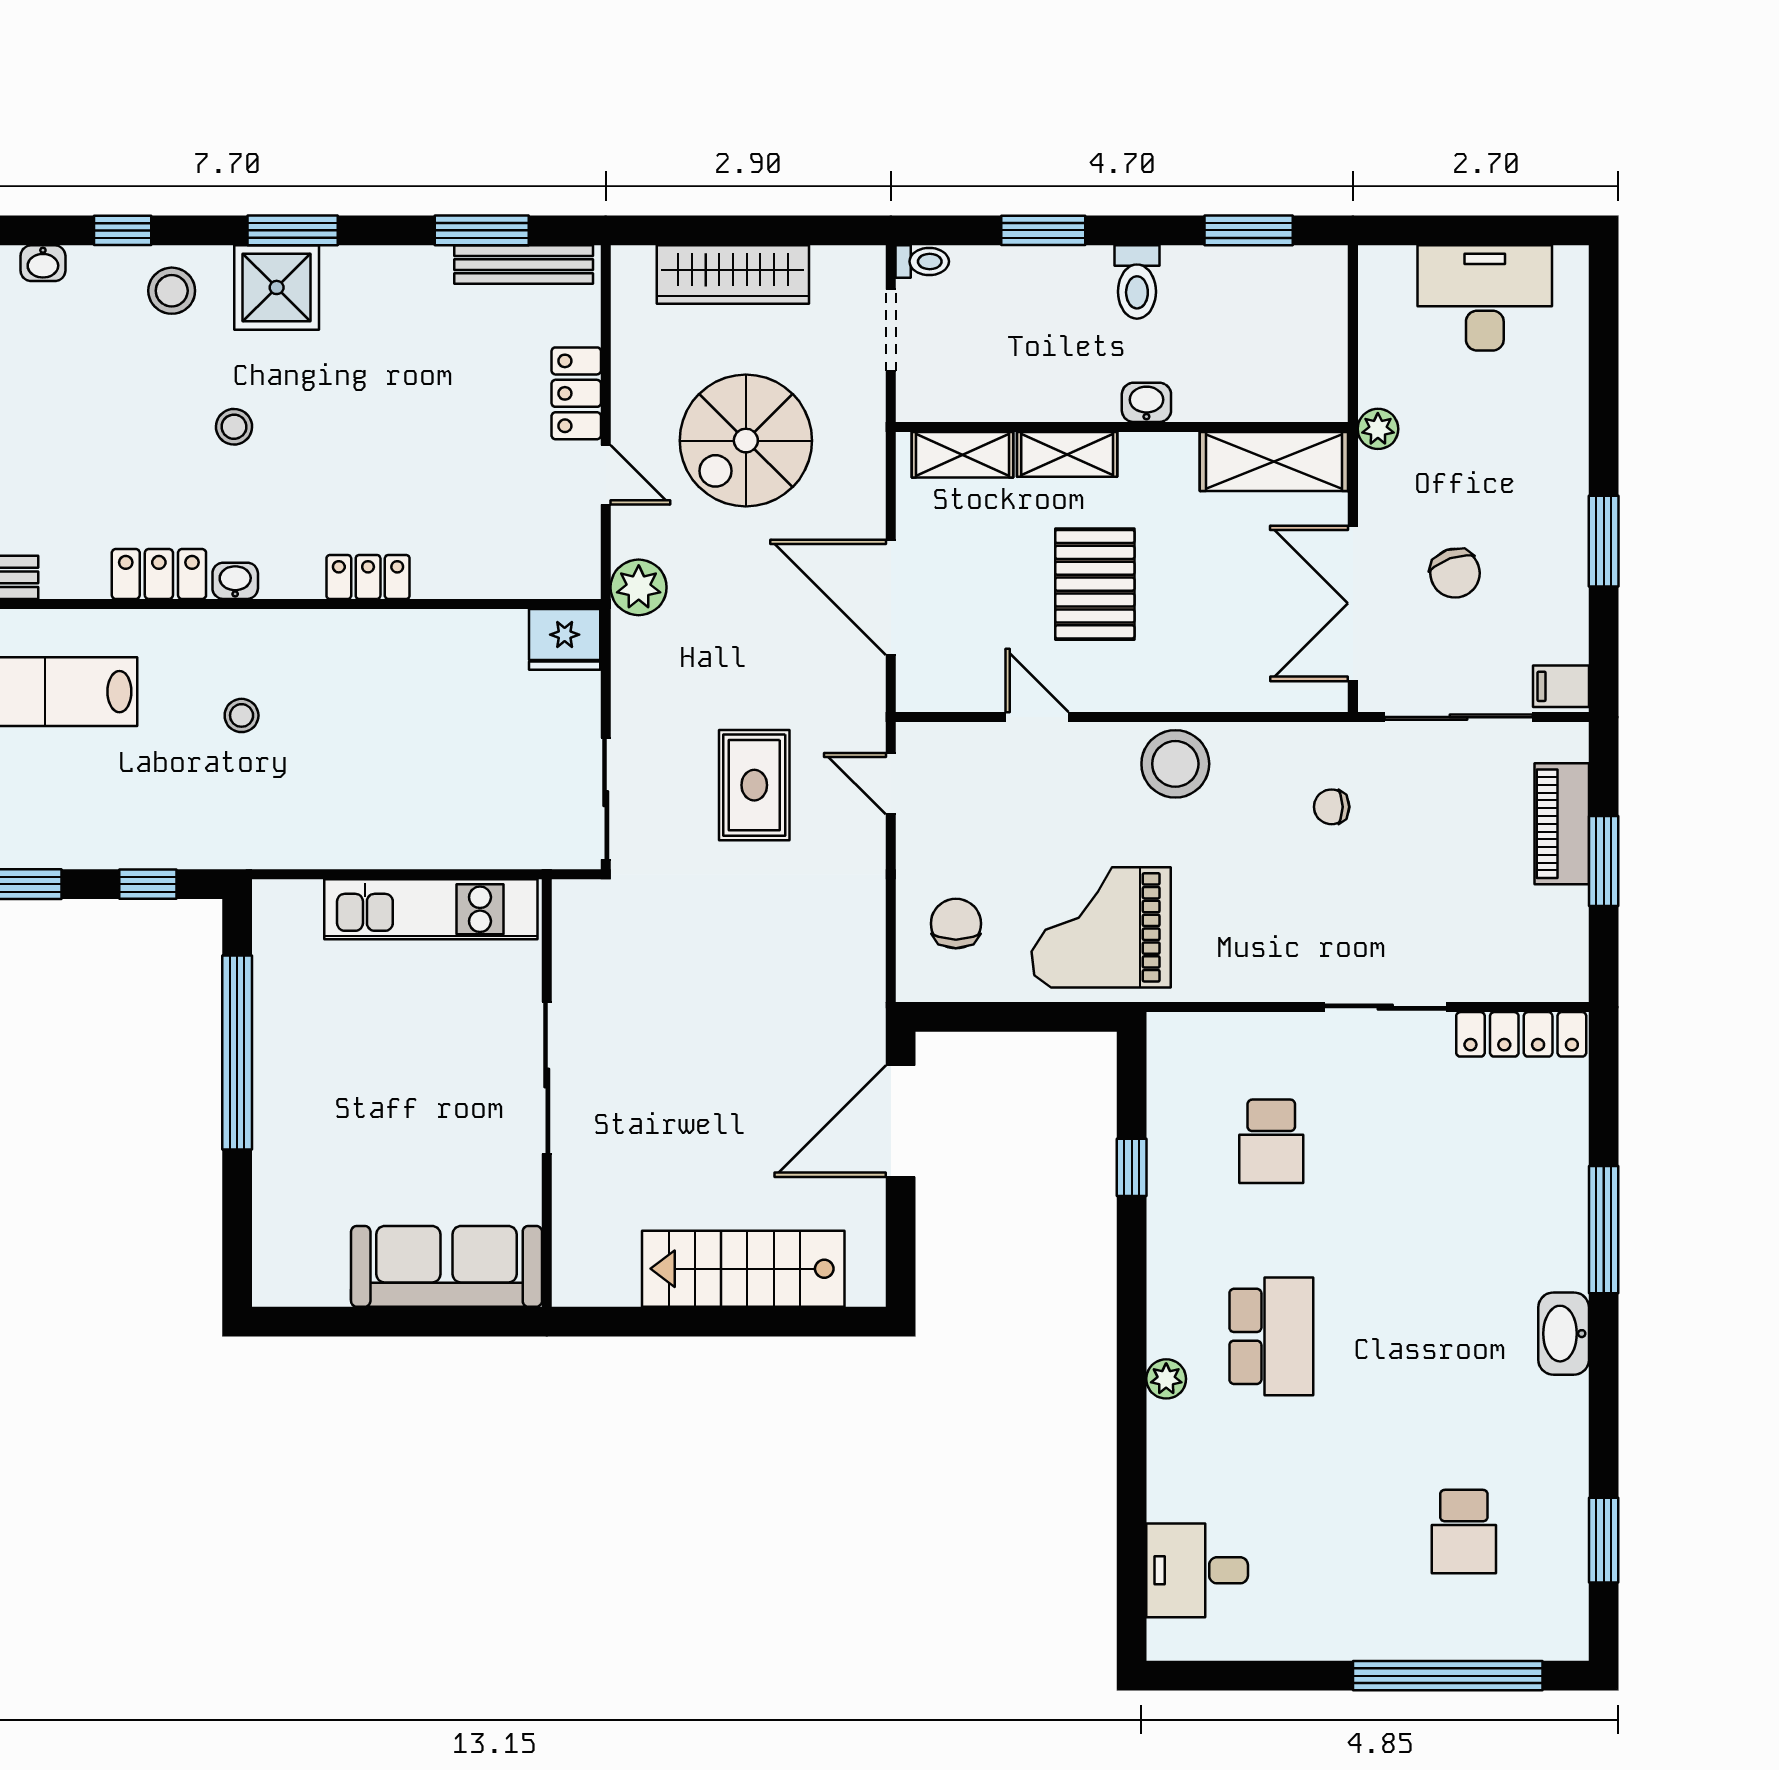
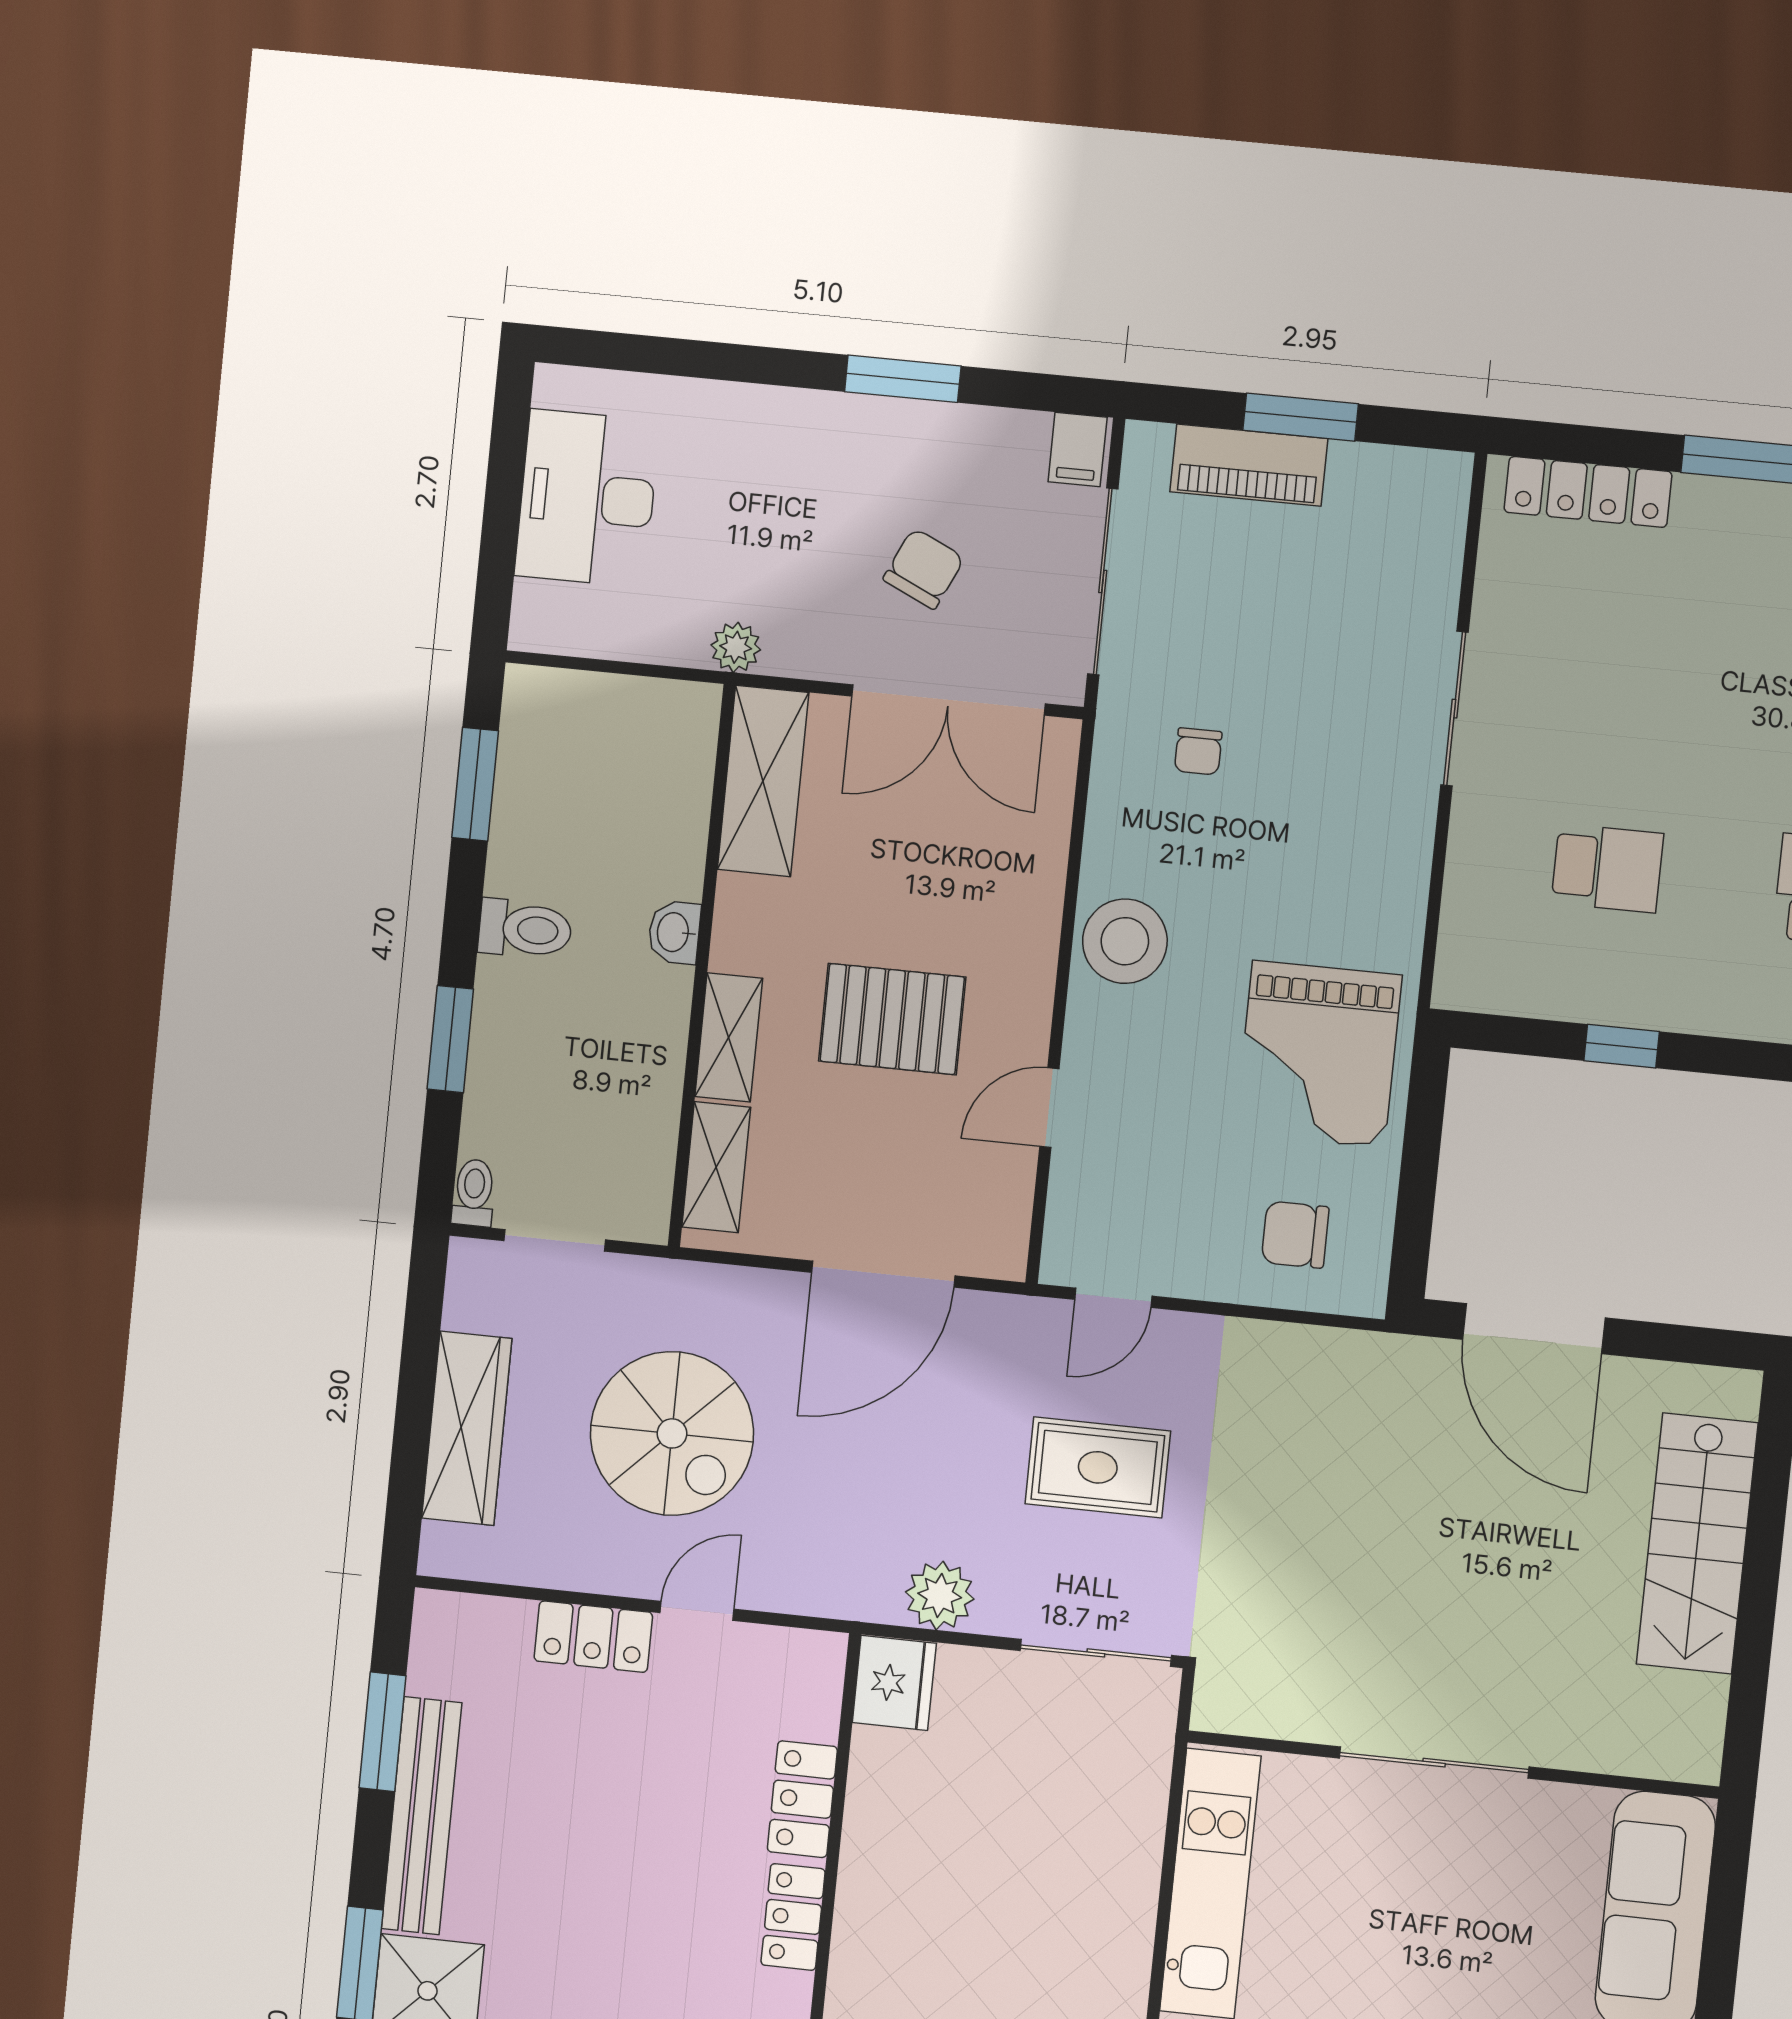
bench: (524, 265) -> (422, 1816), moved, width x1.37, depth x1.21
chair: (1455, 573) -> (924, 569), turned -46
locker: (464, 575) -> (802, 1799), added
plant: (639, 587) -> (940, 1596), moved
locker: (1521, 1034) -> (1588, 492), moved, turned 90

